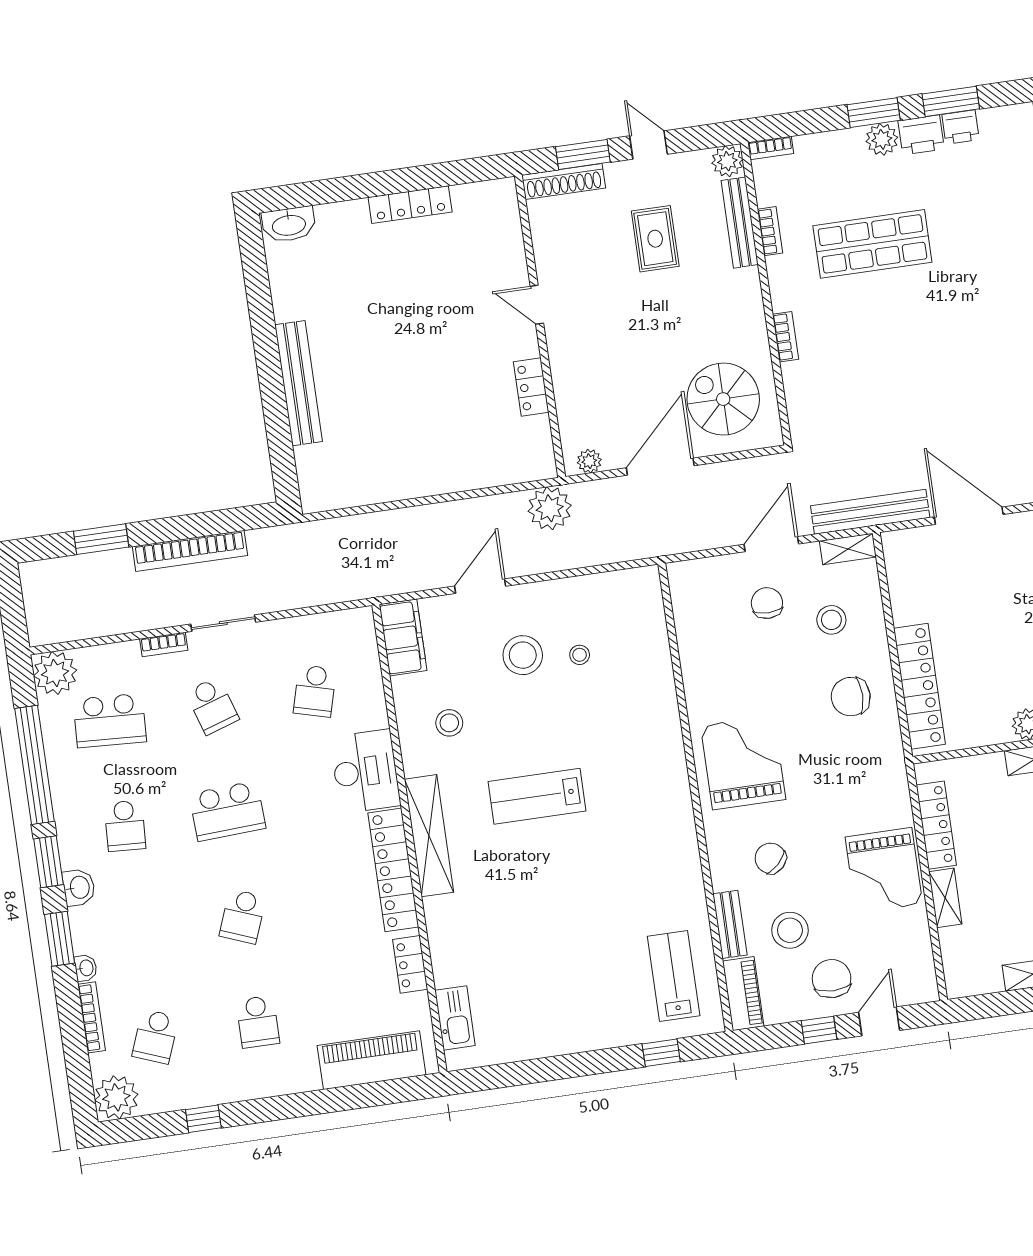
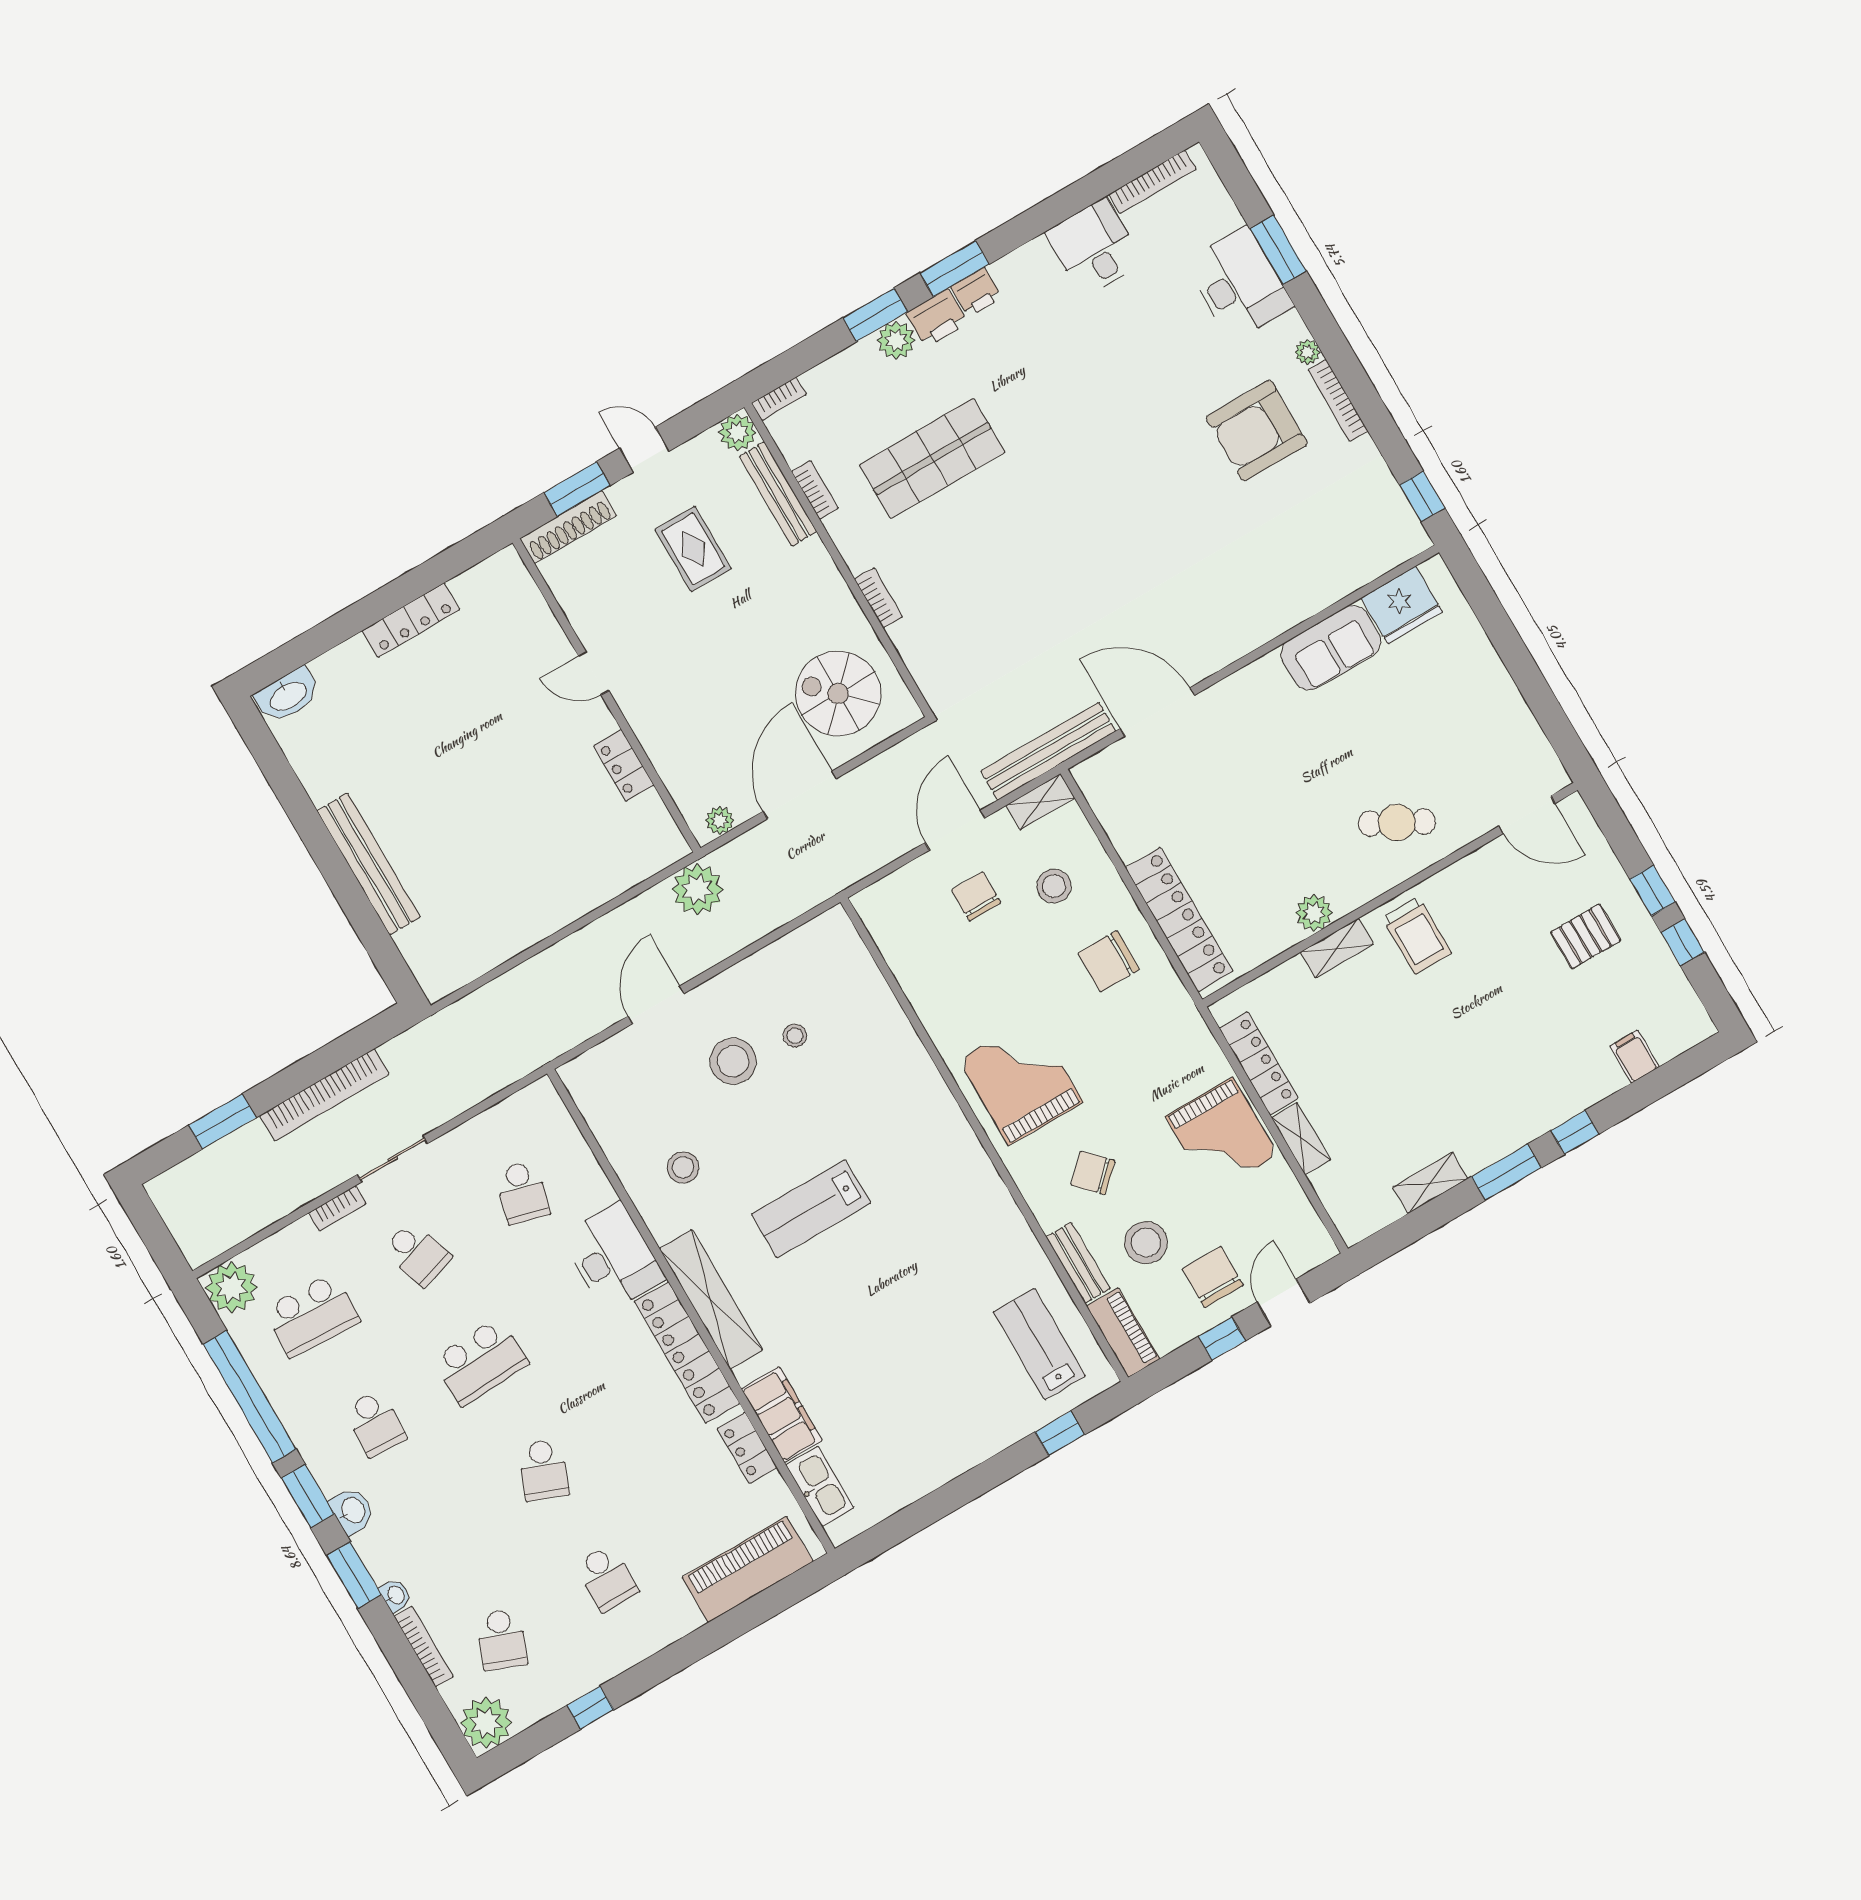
filing cabinet: (403, 637) -> (782, 1415), moved

